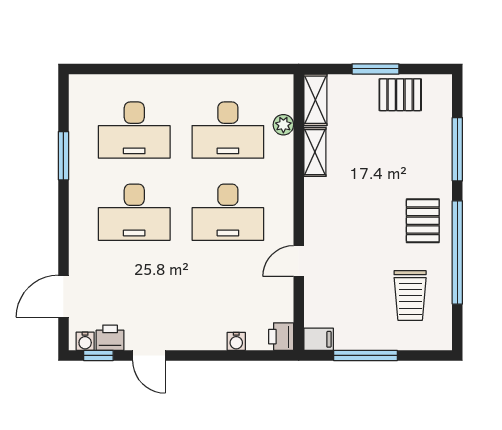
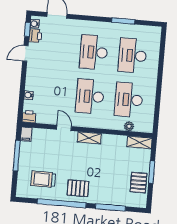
shelving: (315, 152) -> (89, 138), moved

